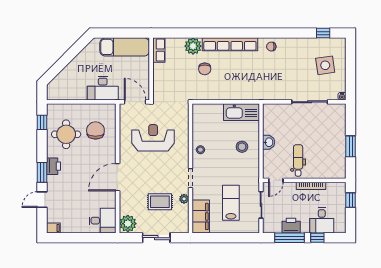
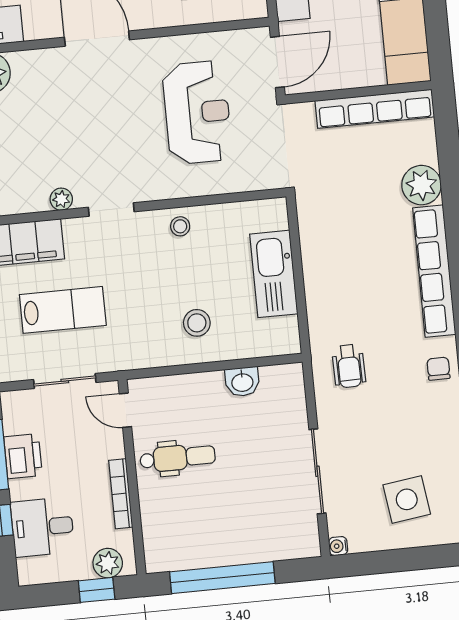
row of seats: (159, 50) -> (375, 109), width x2.02
chair: (205, 69) -> (371, 218), removed
wheelchair: (266, 84) -> (349, 366), added
kitchen sink: (241, 112) -> (274, 274), moved
washbasin: (269, 142) -> (242, 382), moved
window: (351, 146) -> (222, 578), width x2.11
plant: (340, 194) -> (108, 563), added
rug: (160, 202) -> (49, 143), removed

